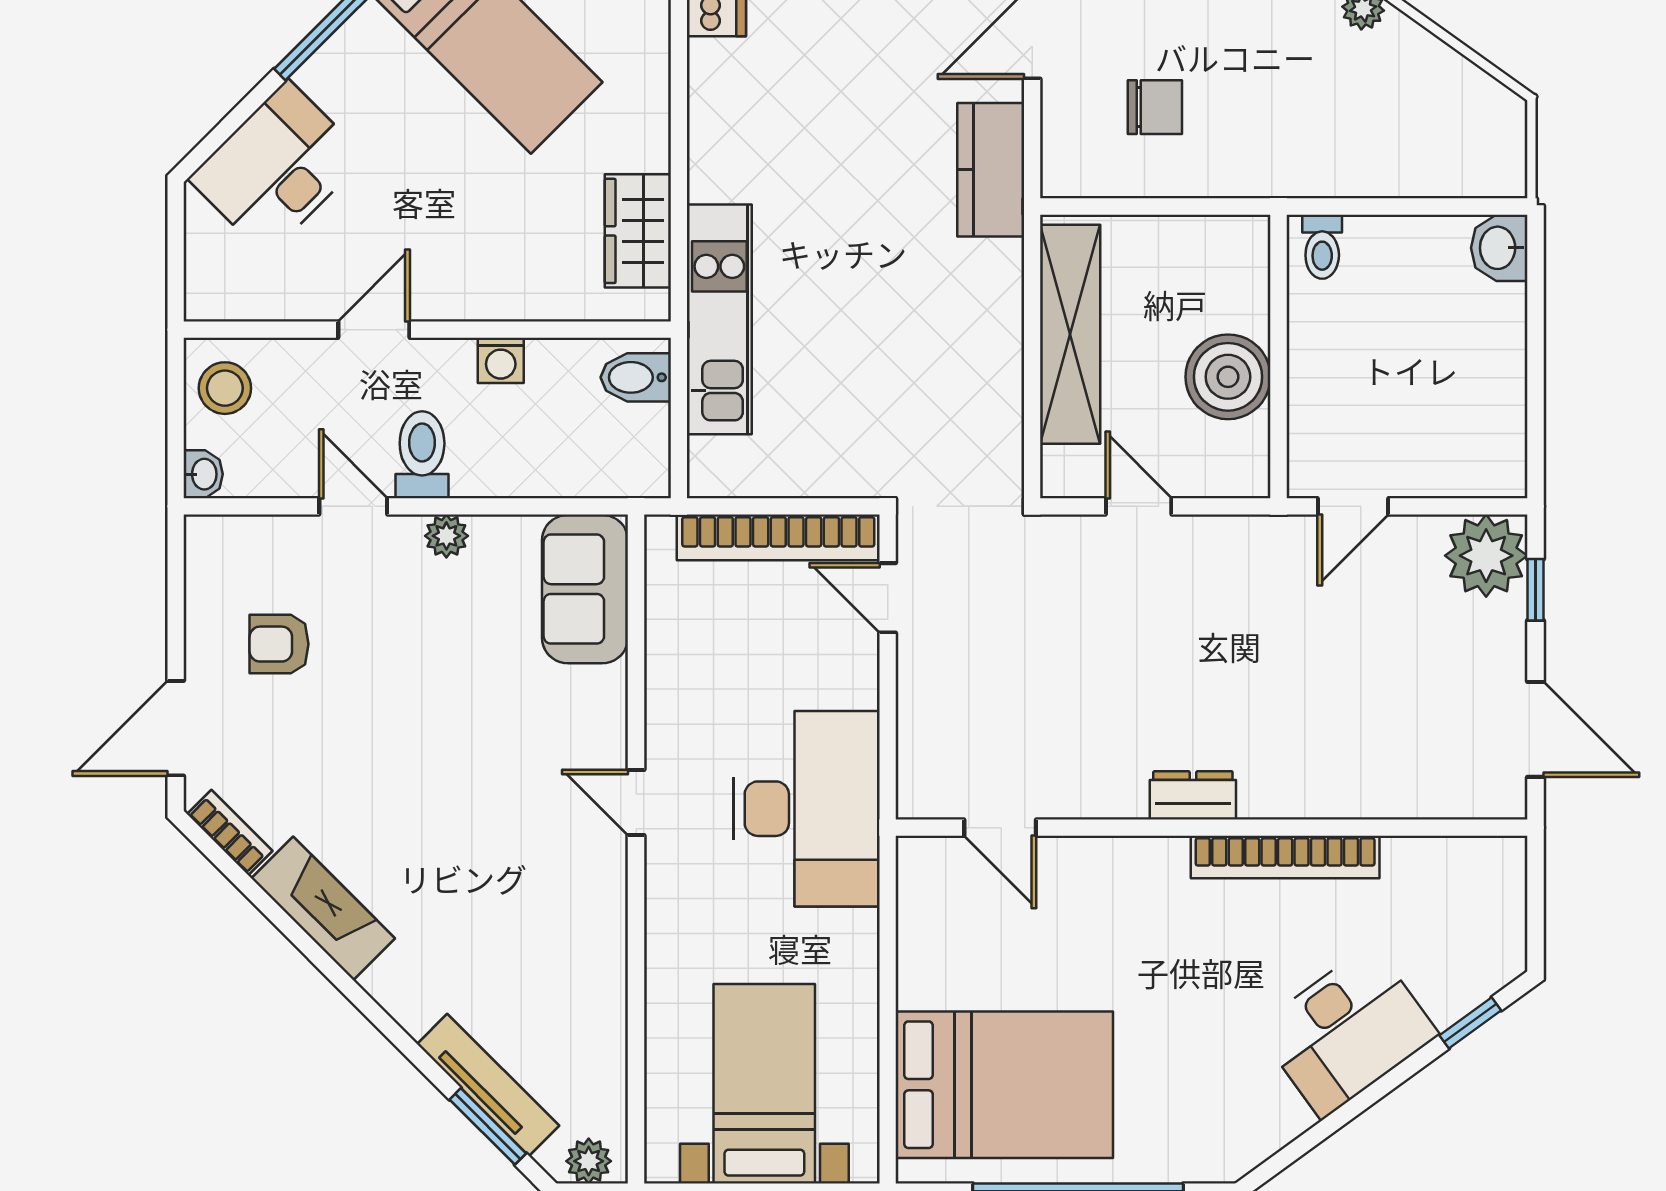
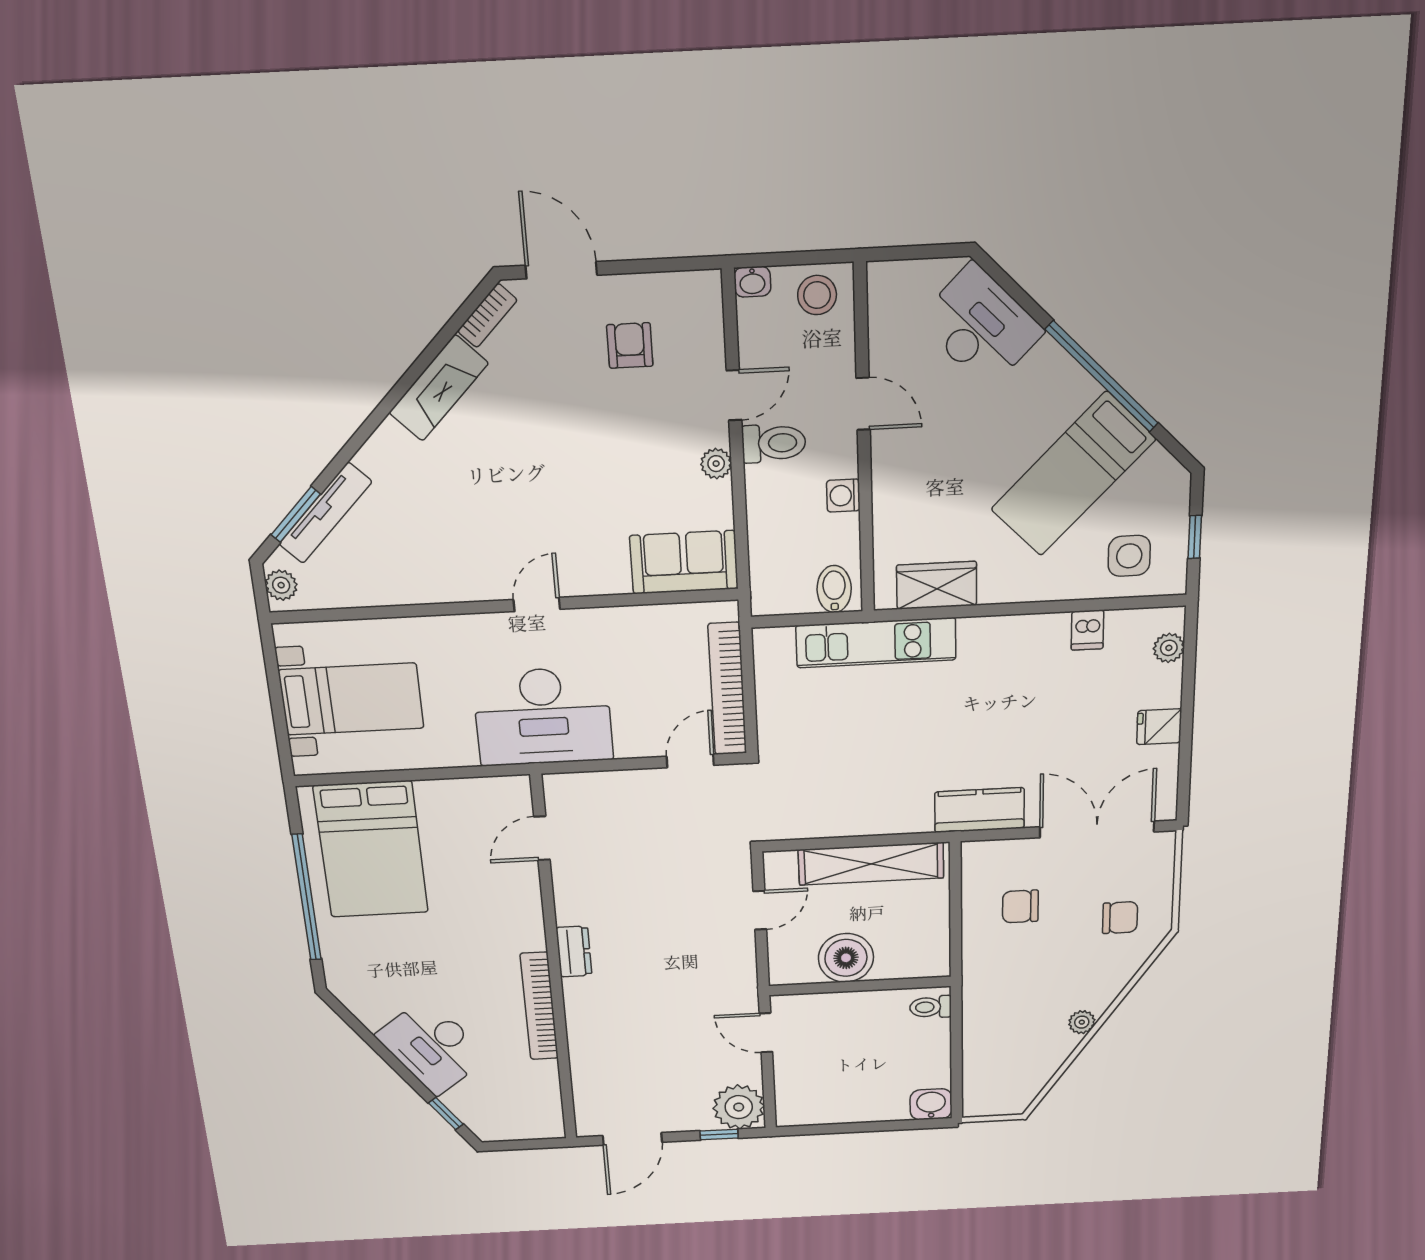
chair: (1155, 107) -> (1020, 906), turned 90

